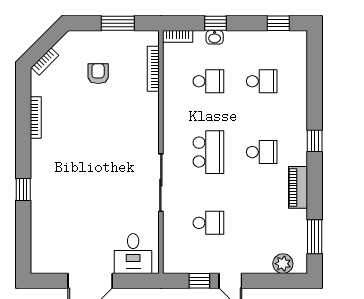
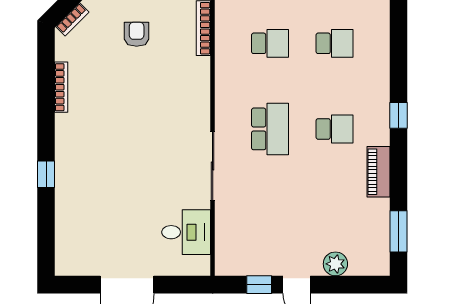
school desk: (208, 223) -> (270, 215), removed
desk: (133, 254) -> (186, 232), moved, turned -90
plant: (283, 264) -> (335, 264), moved

